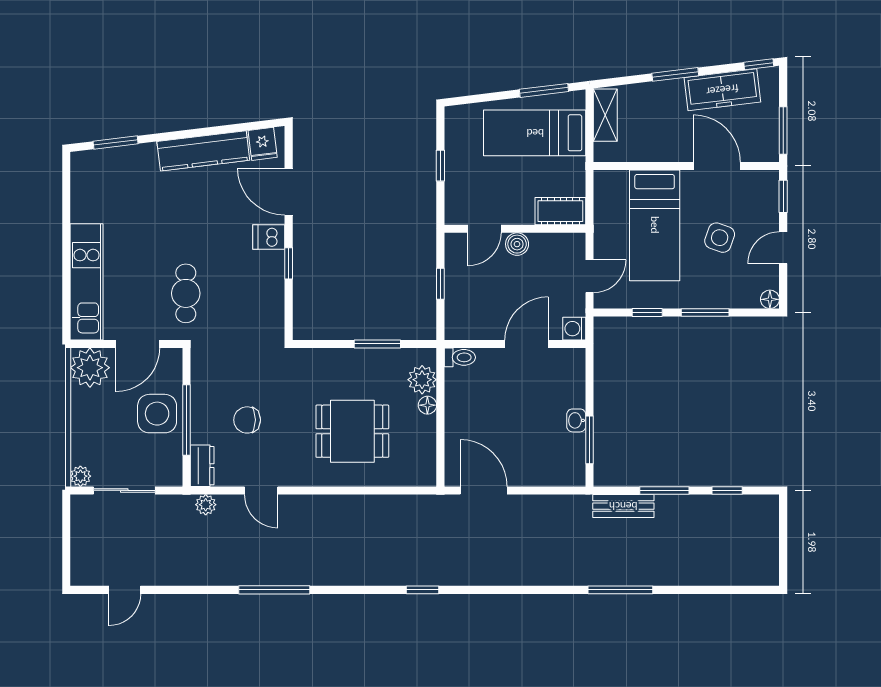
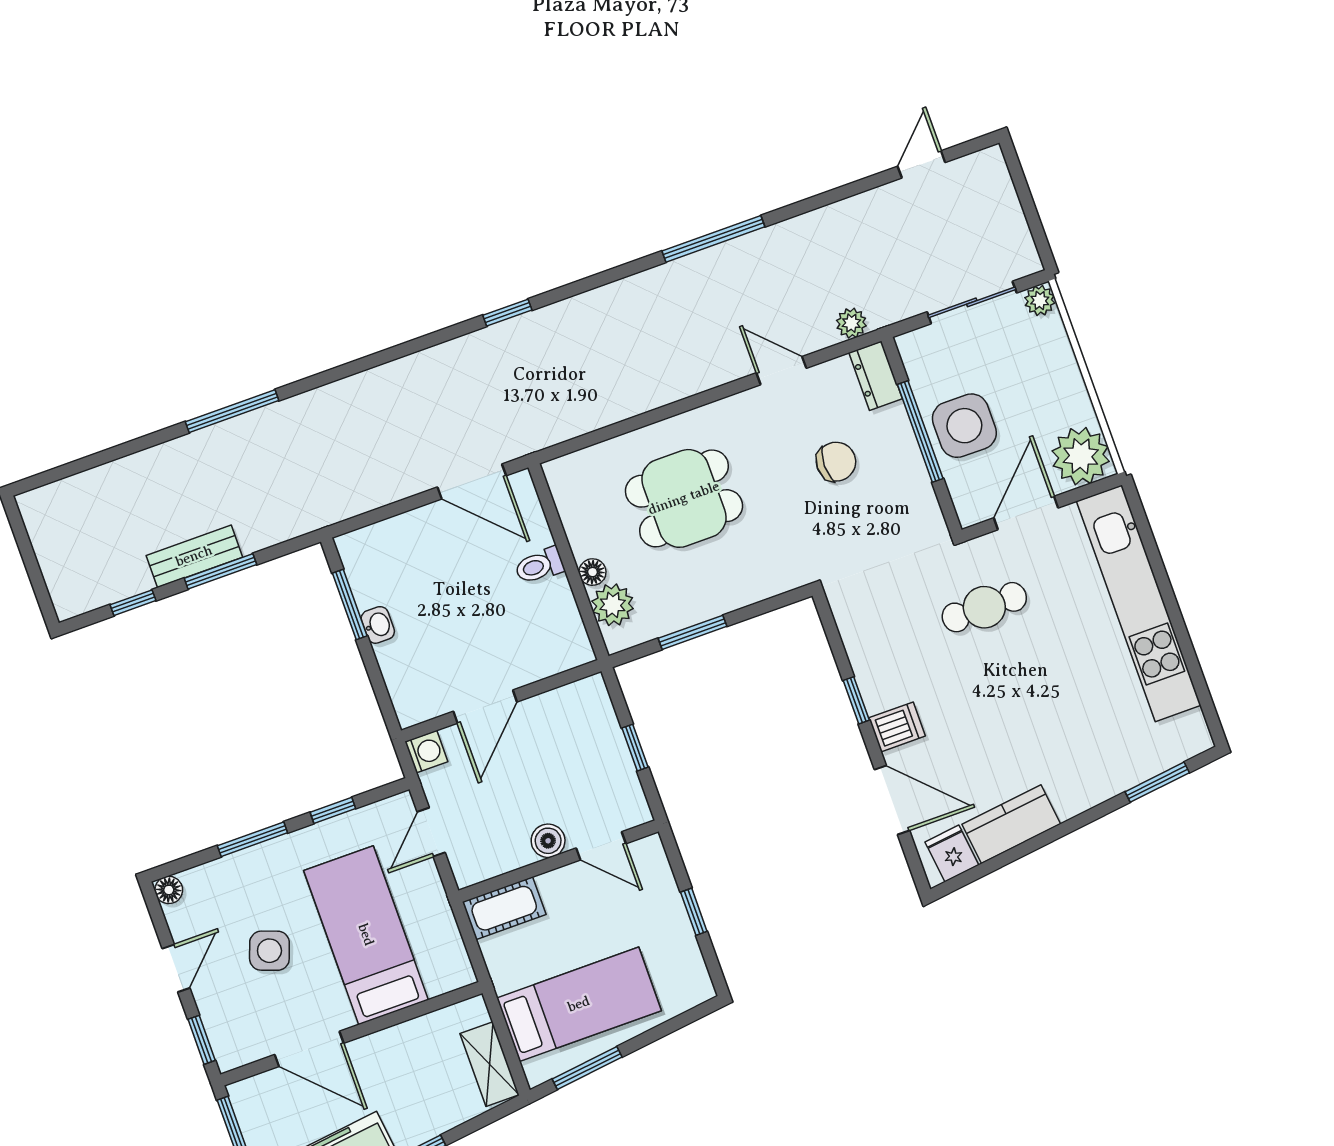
kitchen counter: (203, 151) -> (1011, 824), width x0.67
door: (484, 229) -> (601, 846), swing flipped
kitchen unit: (87, 282) -> (1139, 603), width x1.36
cafe table: (186, 293) -> (984, 607), turned 90
toilet: (460, 357) -> (539, 566), moved
bench: (623, 506) -> (194, 556), moved

